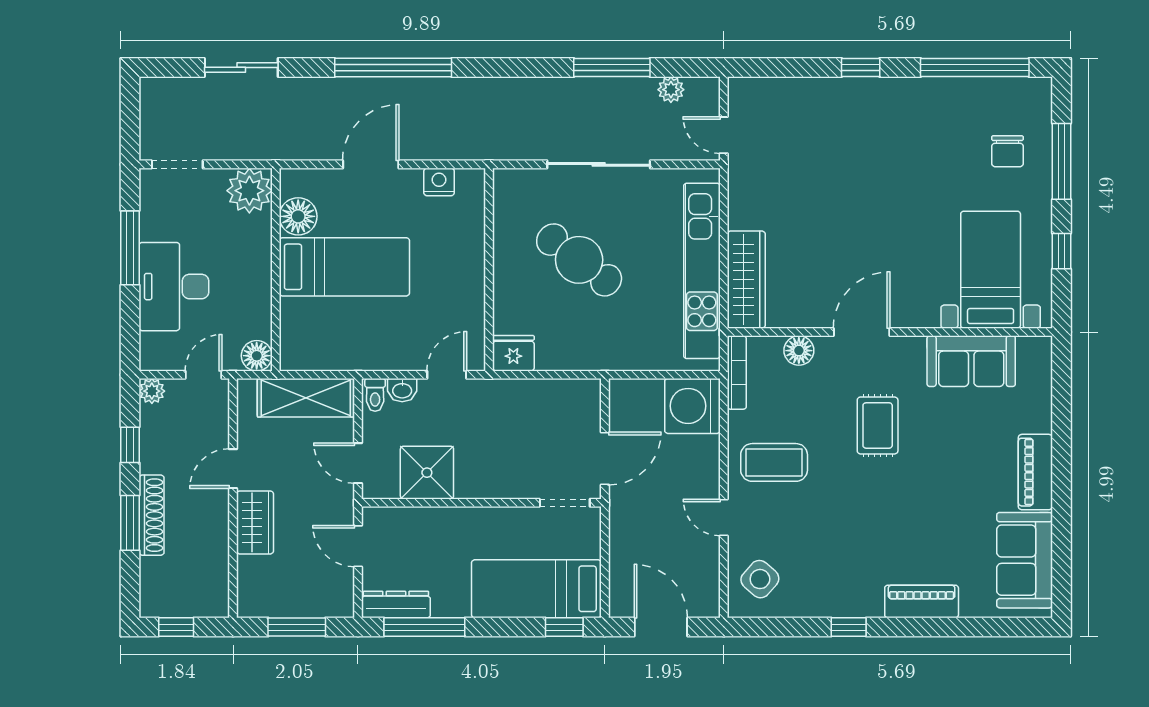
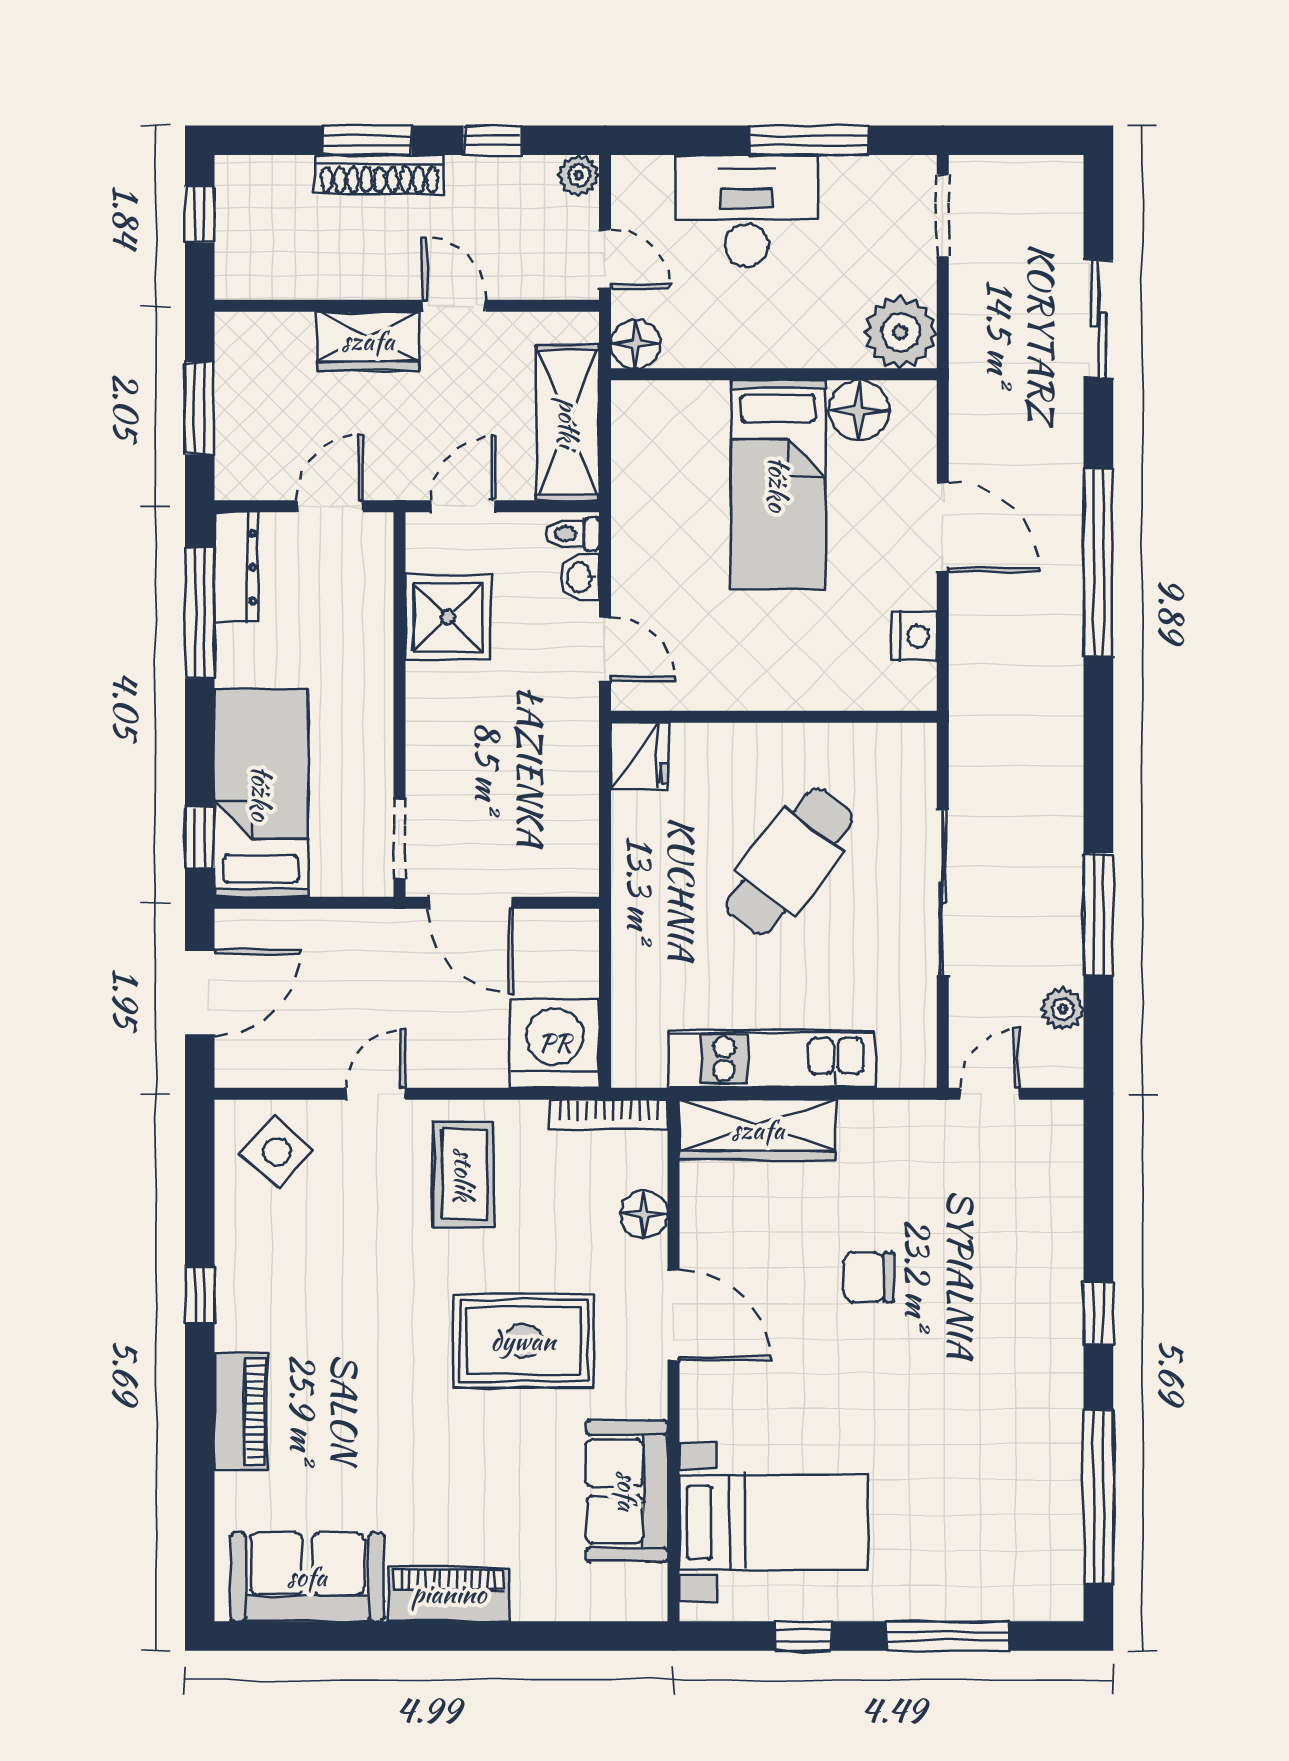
chair: (1007, 151) -> (869, 1277), moved
kitchen unit: (702, 271) -> (772, 1059), width x0.73
rug: (878, 425) -> (523, 1341), width x1.36, depth x1.43

